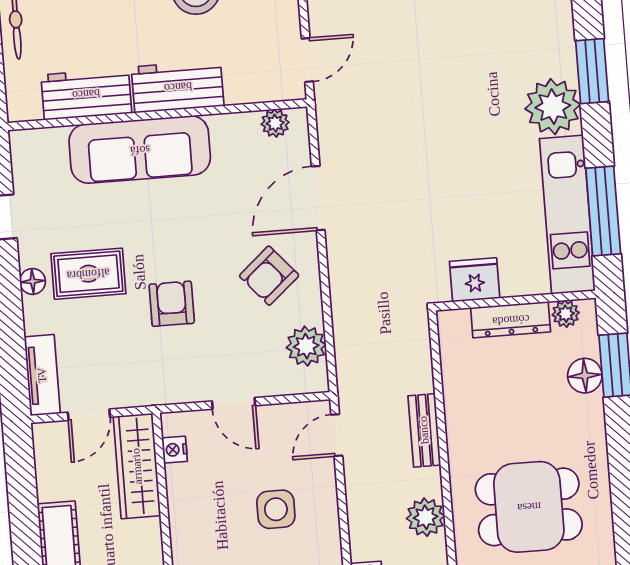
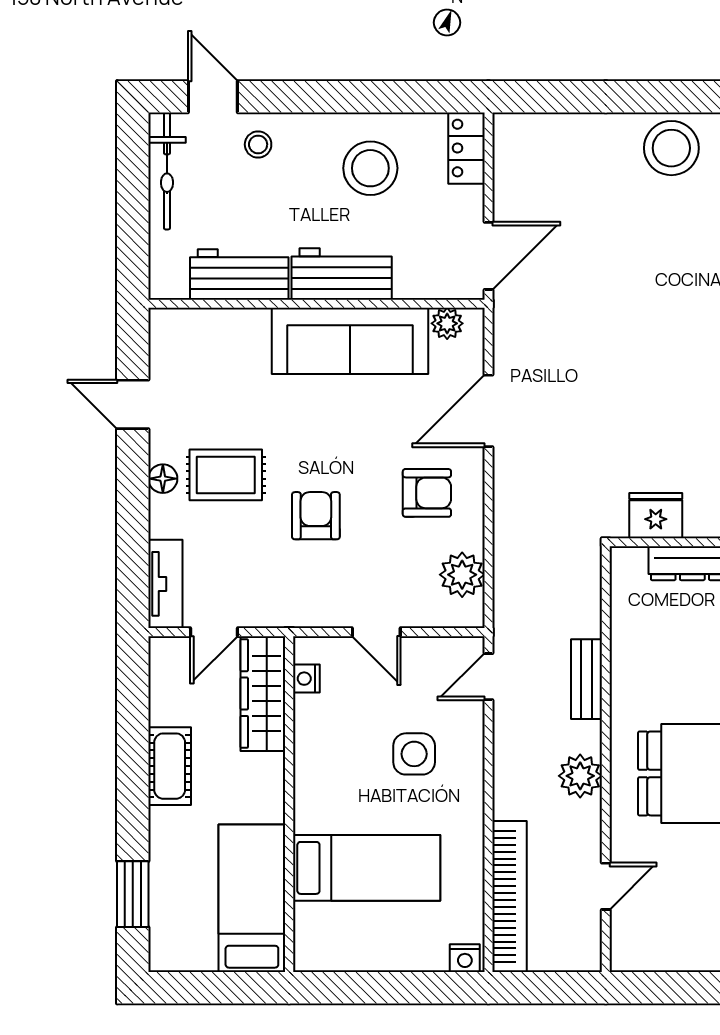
door: (307, 60) -> (488, 256), width x1.38
sofa: (140, 150) -> (350, 341), moved
armchair: (269, 276) -> (427, 493), turned -139

